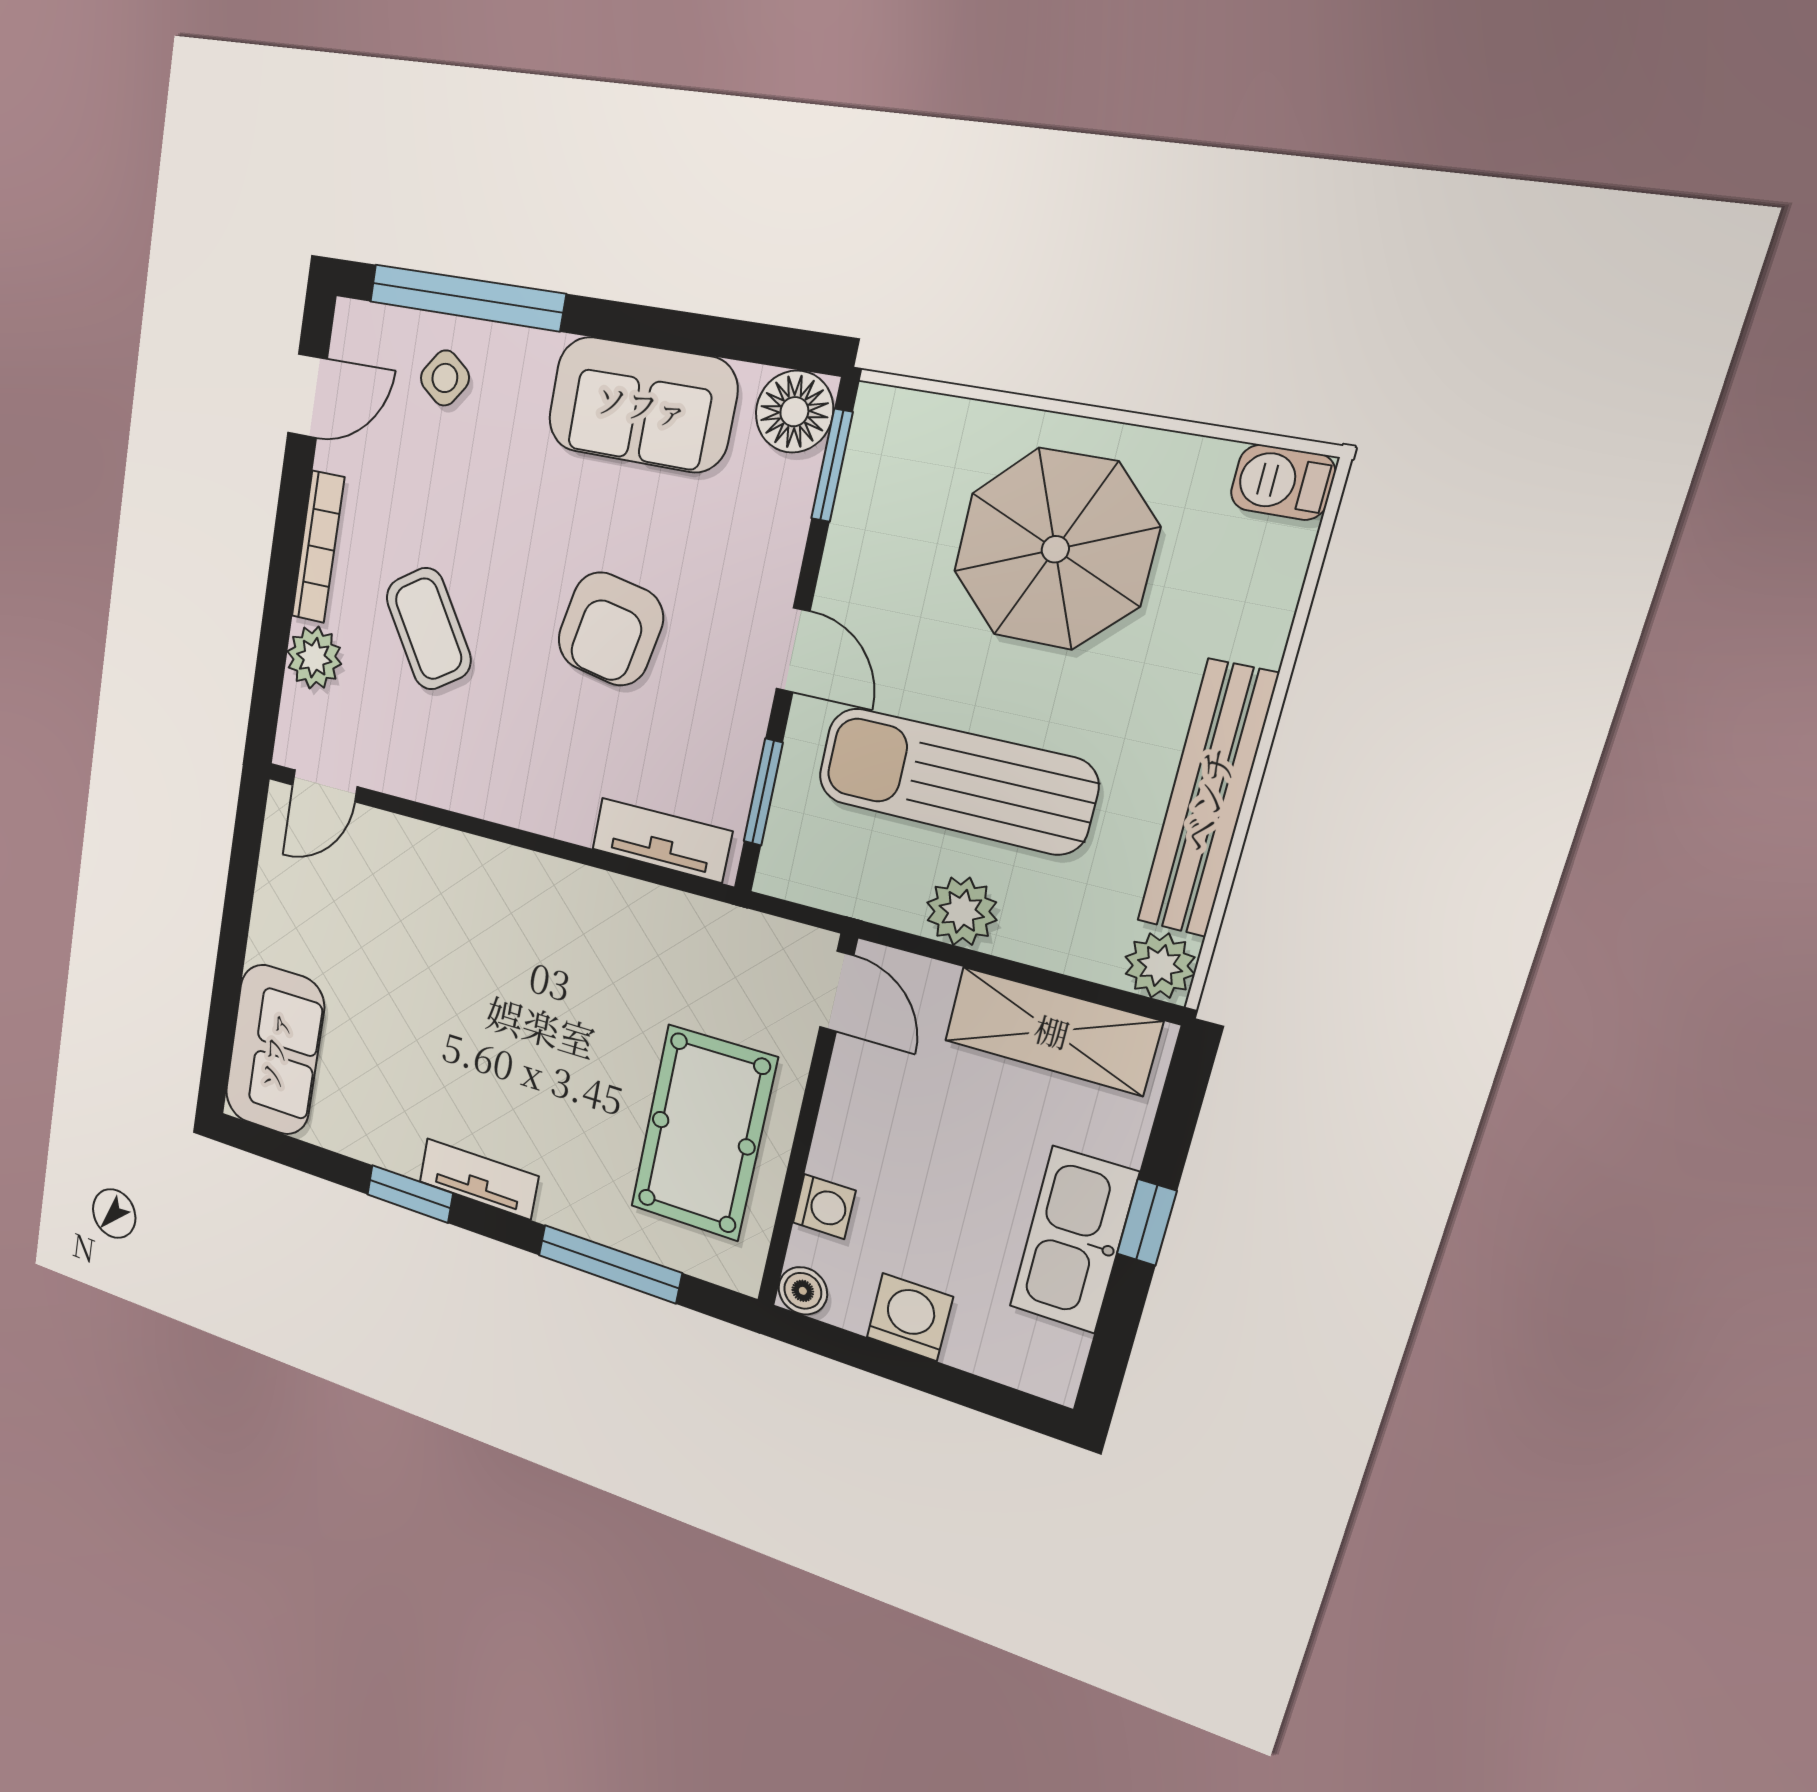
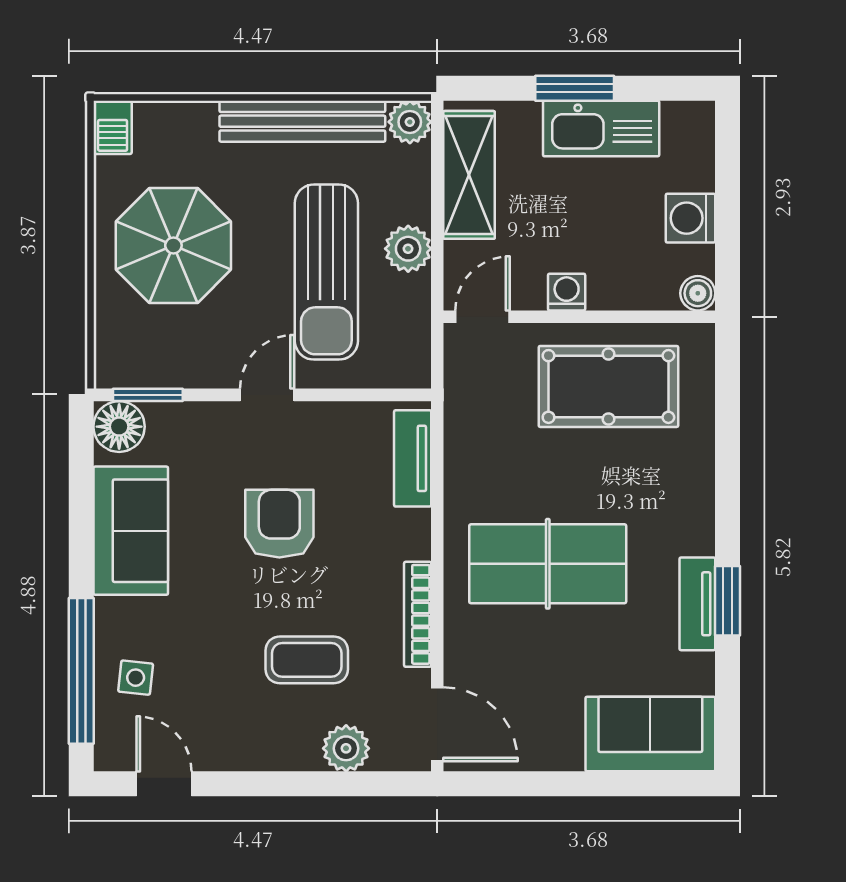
side table: (445, 378) -> (136, 678), turned -31
bookcase: (318, 547) -> (418, 614), moved, turned -90
coffee table: (429, 629) -> (307, 660), turned 33
armchair: (610, 629) -> (279, 524), turned -101
door: (325, 786) -> (437, 724), width x1.38
window: (763, 792) -> (363, 395), removed
table tennis table: (493, 984) -> (548, 564), added
tv unit: (479, 1179) -> (697, 604), moved
washing machine: (824, 1207) -> (567, 292), moved
window: (1147, 1222) -> (575, 88), width x1.50
window: (610, 1264) -> (727, 435), removed

